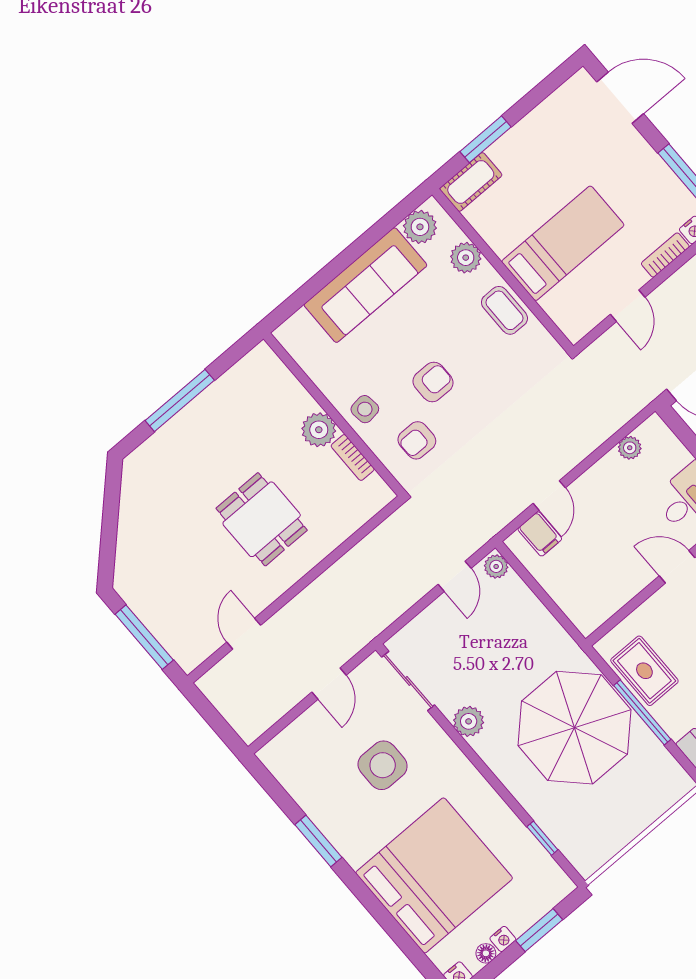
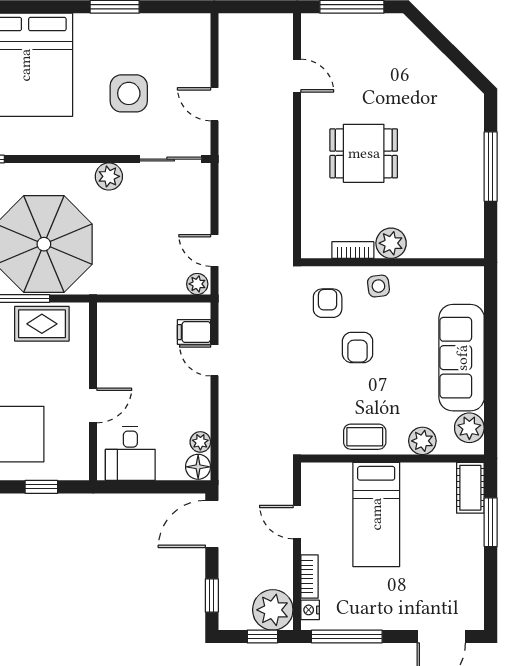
floor lamp: (653, 431) -> (198, 467), added

